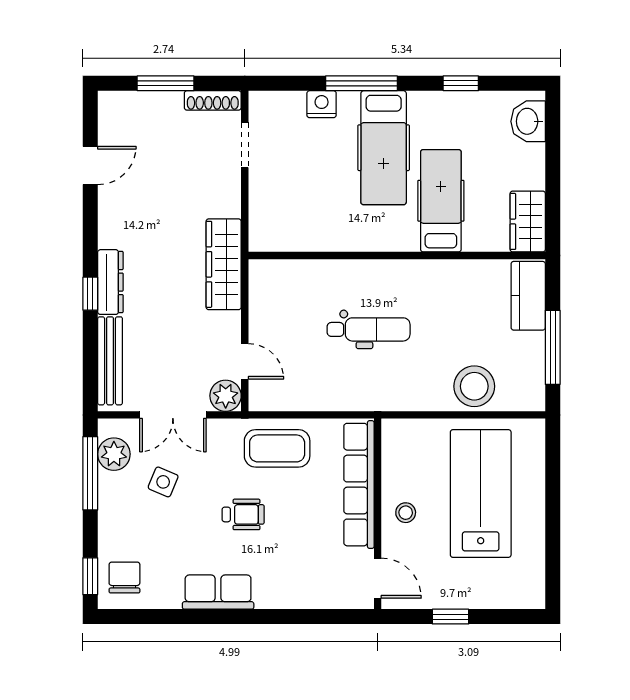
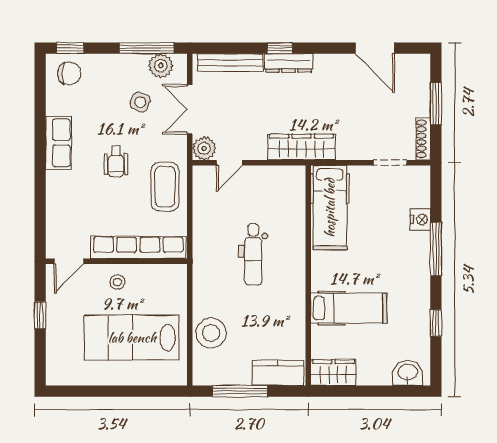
hospital bed: (384, 148) -> (330, 208), moved, turned -90
door: (90, 166) -> (375, 48), width x1.38
lab bench: (481, 493) -> (132, 338), turned 180

